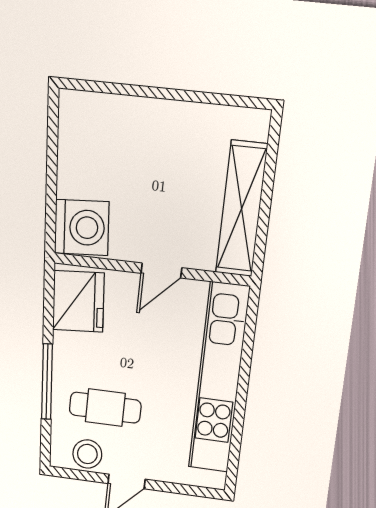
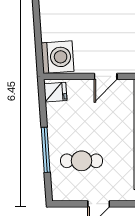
fridge: (78, 301) -> (55, 92), width x0.53, depth x0.75
stool: (87, 454) -> (74, 190), removed

